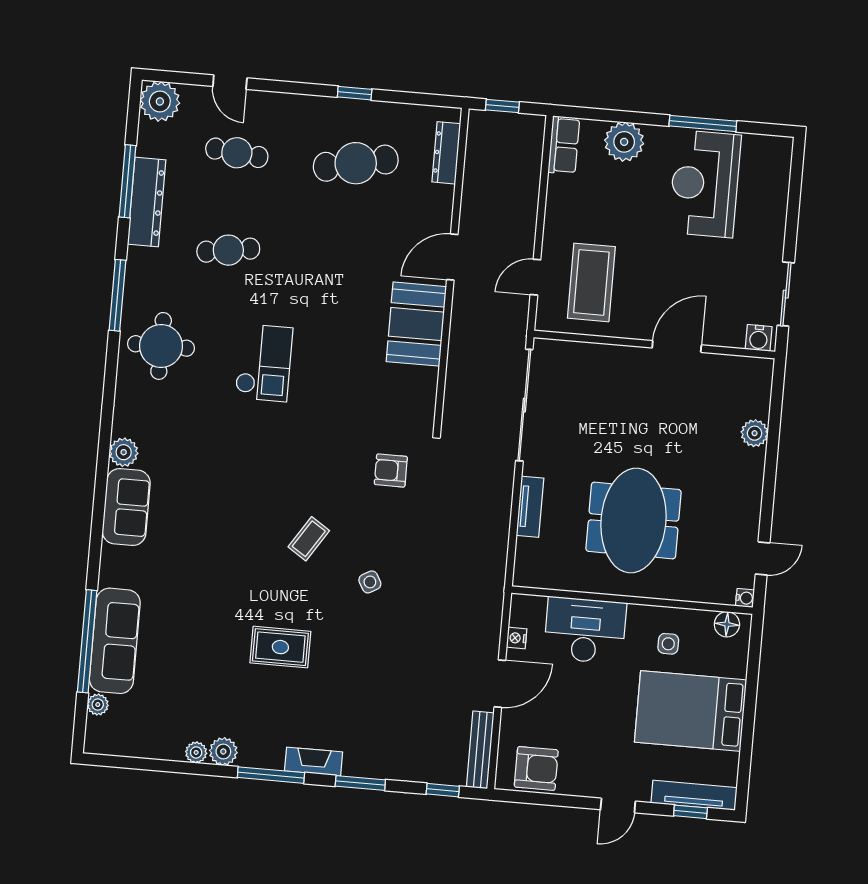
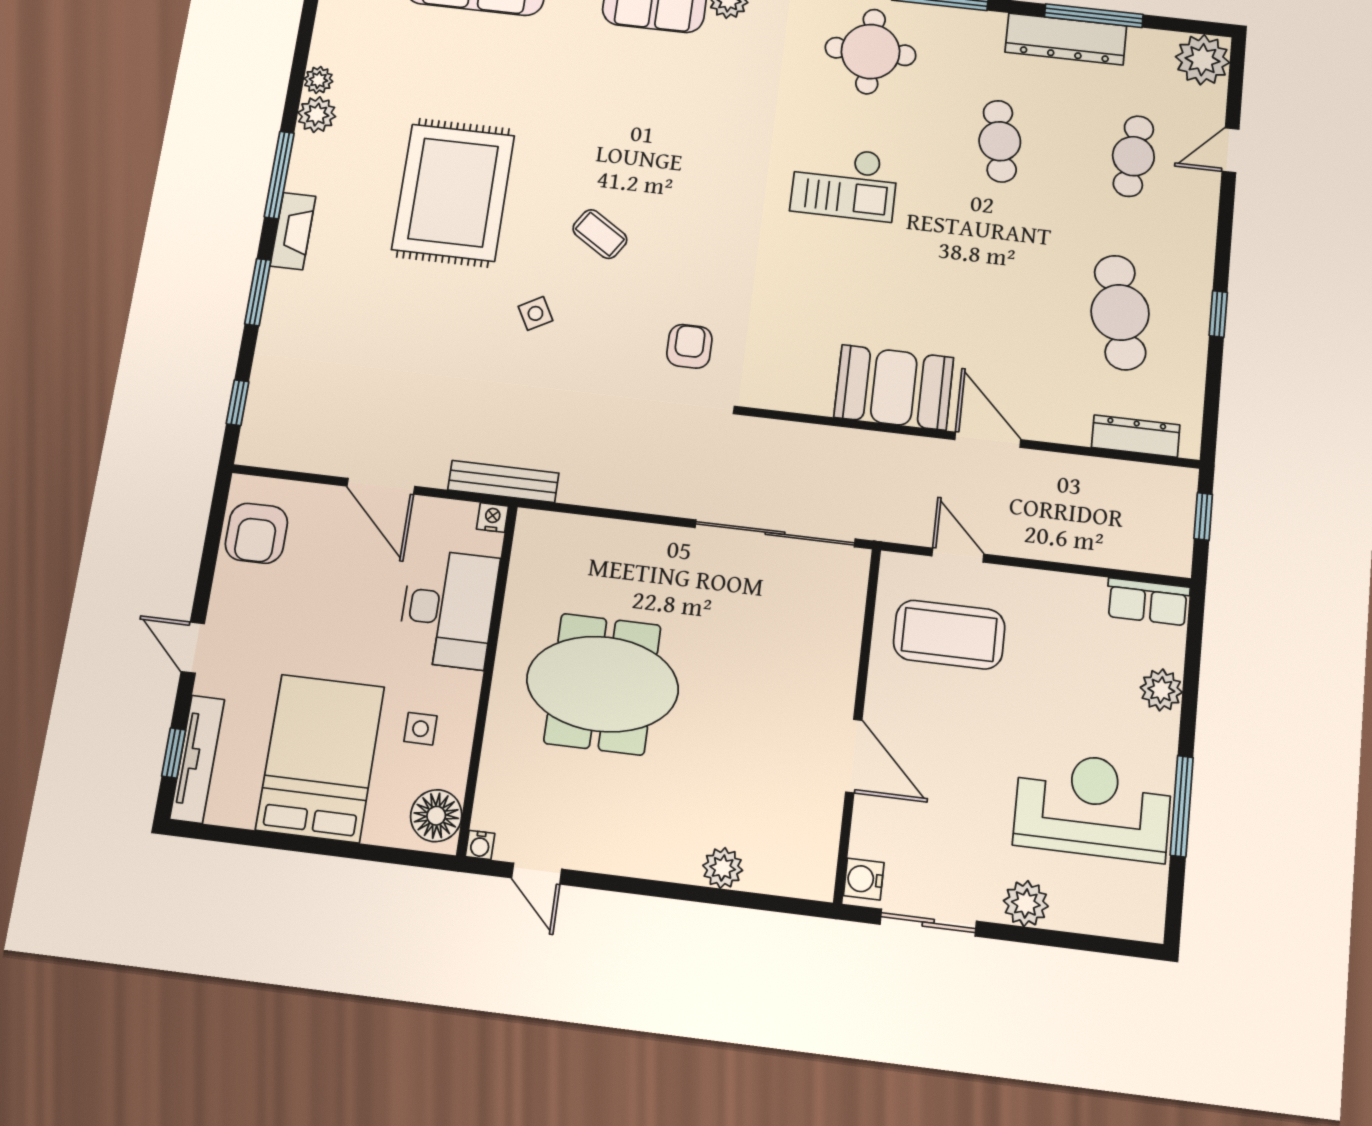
plant: (624, 142) -> (1161, 690), width x0.73, depth x0.73
plant: (771, 229) -> (1026, 904), added
tv unit: (530, 507) -> (630, 537), removed
floor lamp: (727, 624) -> (436, 816), width x1.38, depth x1.38
nightstand: (517, 638) -> (492, 518), moved
rug: (280, 647) -> (453, 192), width x1.86, depth x2.06
bench: (480, 750) -> (503, 481), moved

